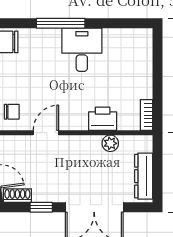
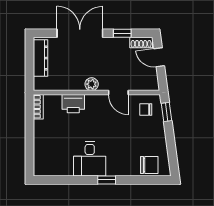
window: (61, 23) -> (107, 180), width x0.46
door: (46, 133) -> (118, 93), hinge flipped
plant: (110, 143) -> (92, 84), moved

